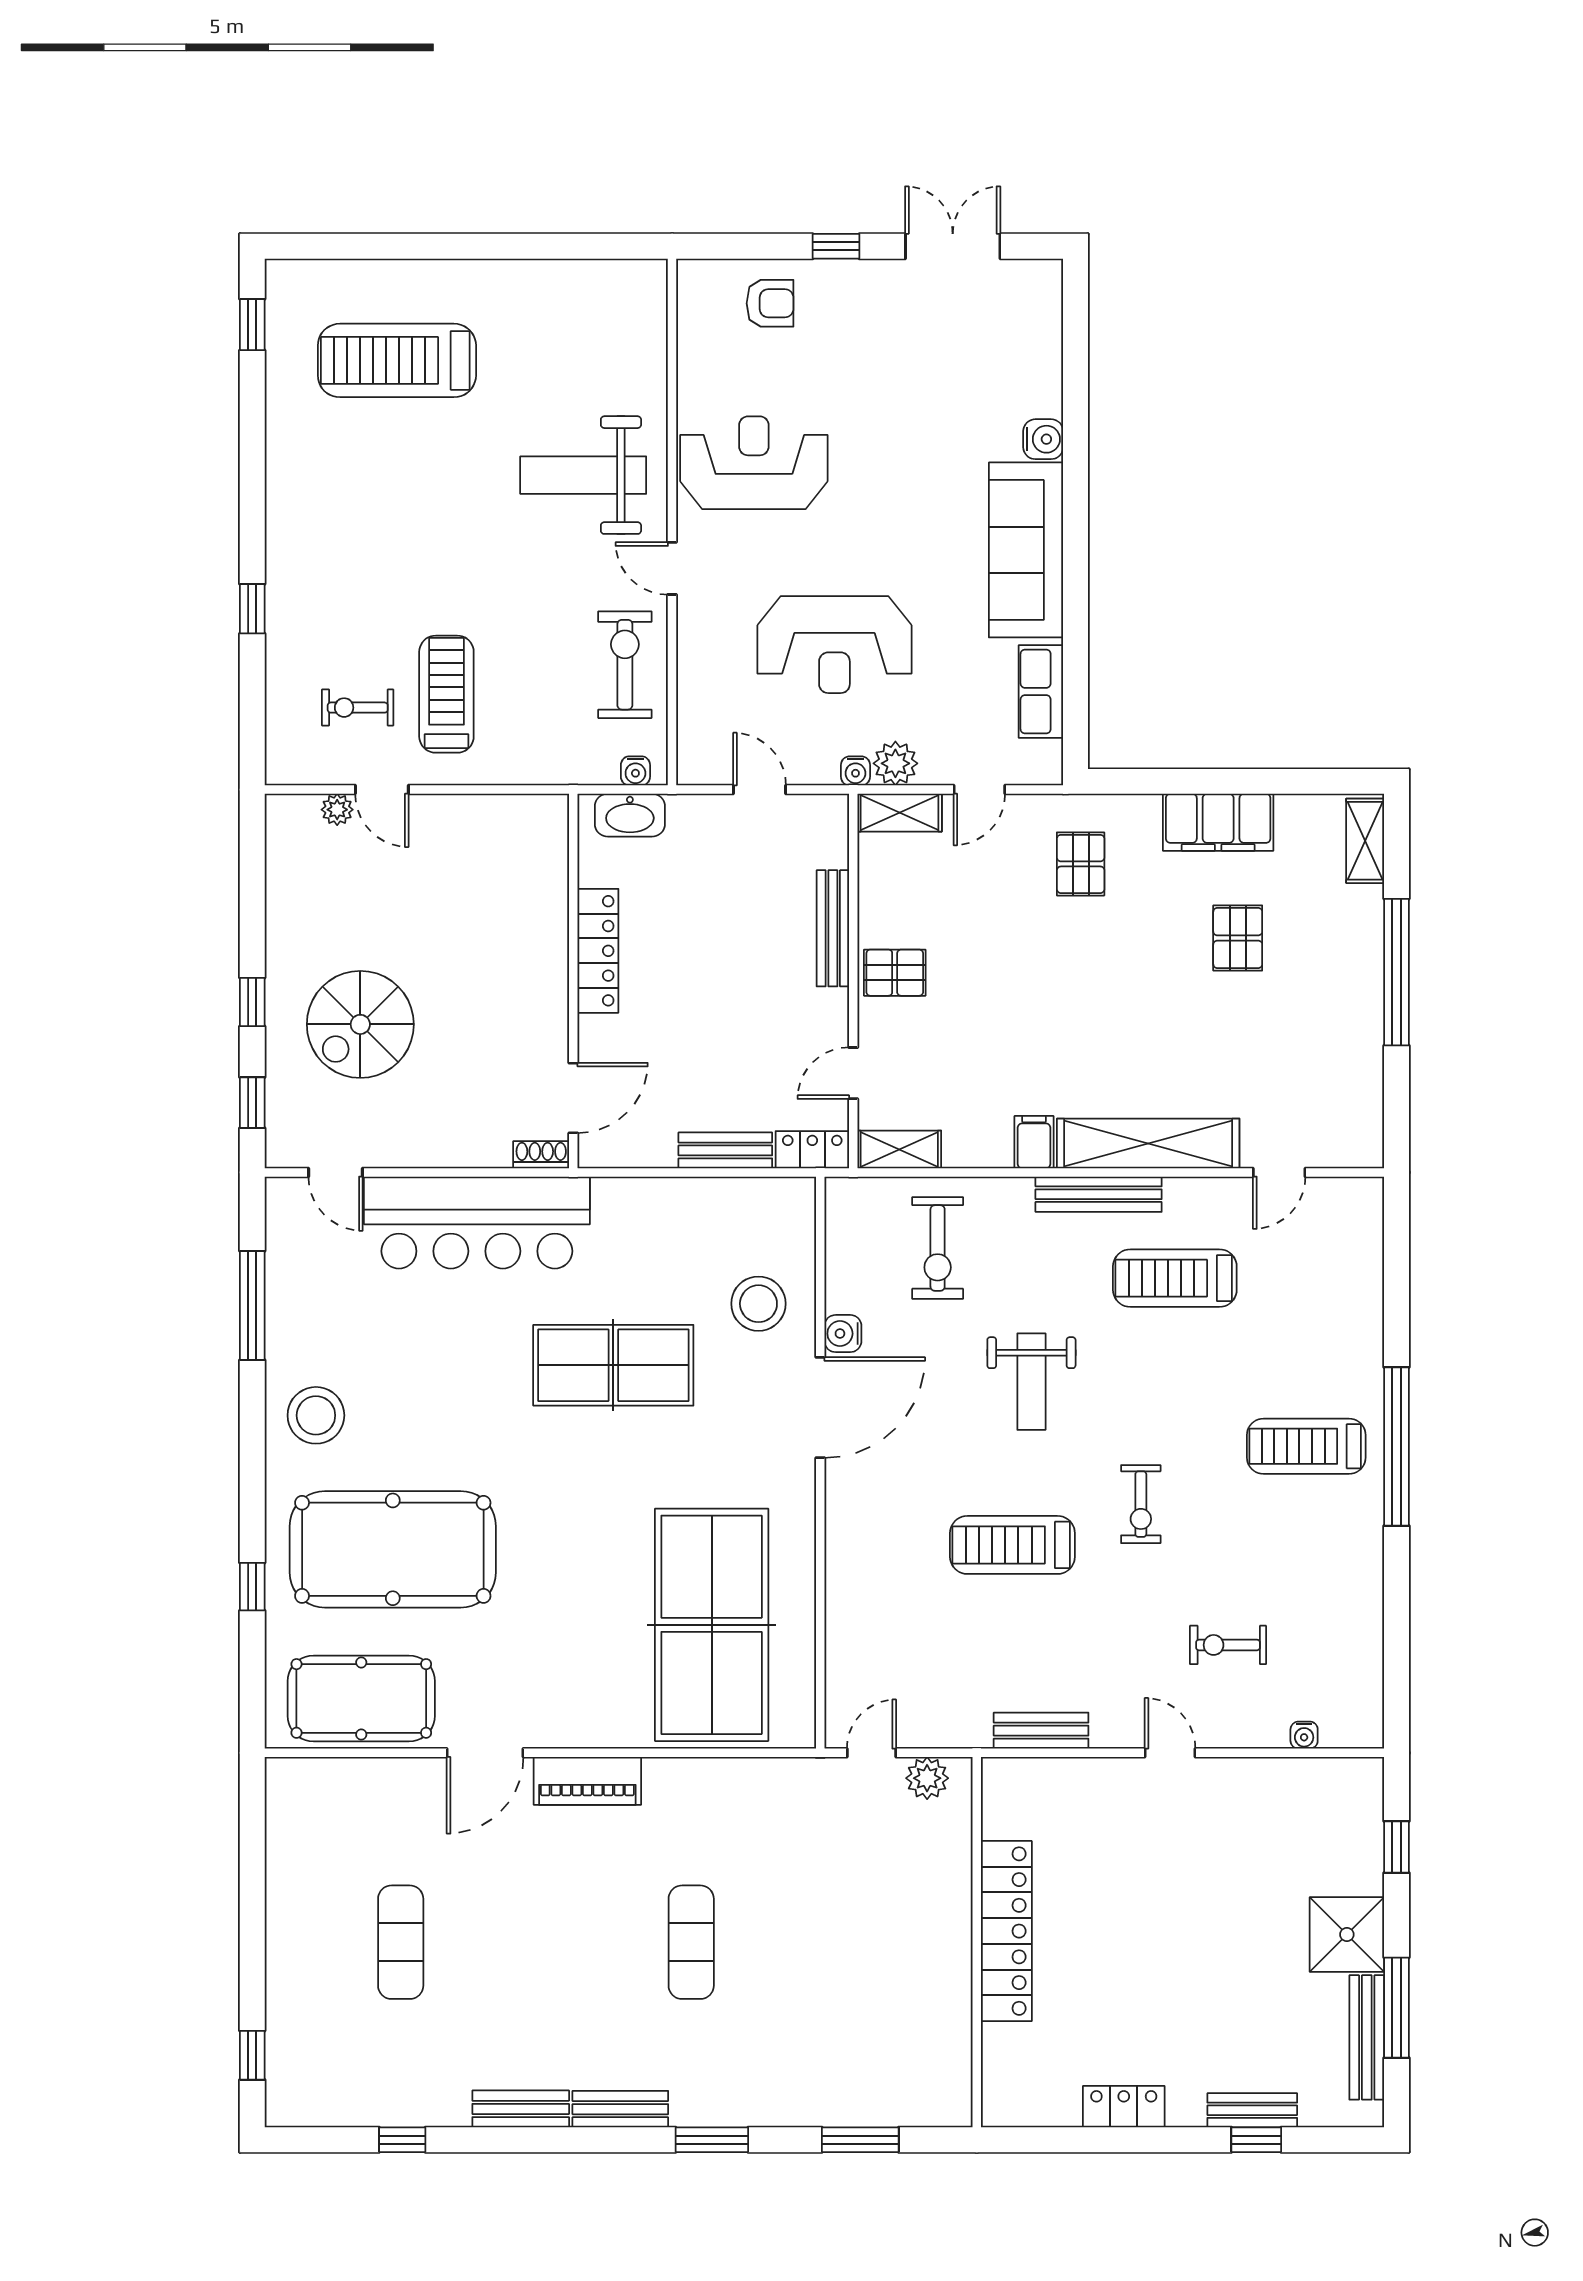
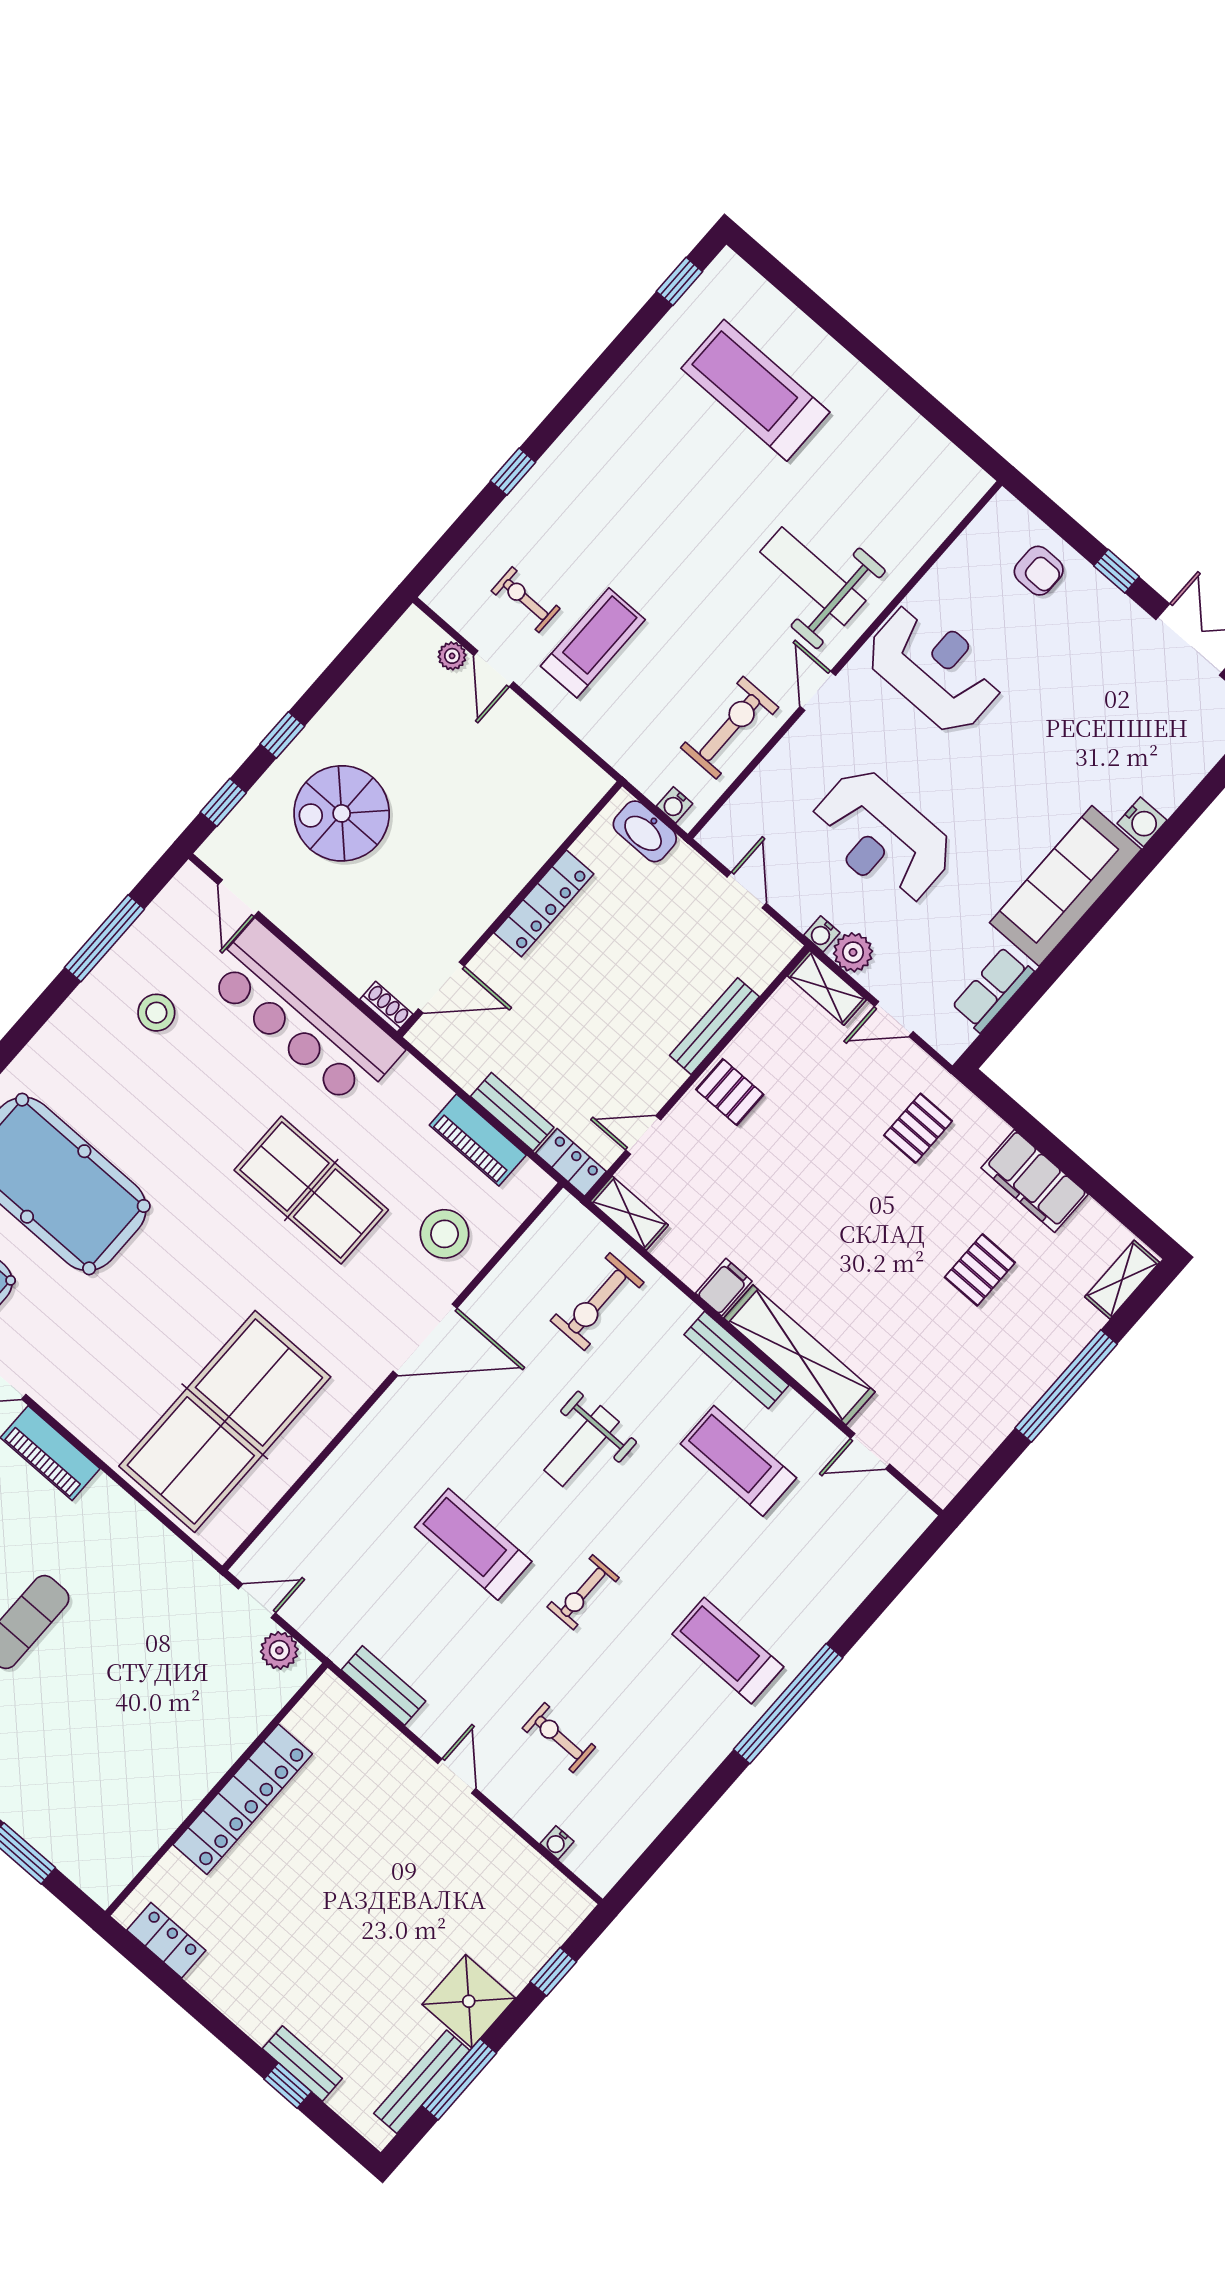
piano: (717, 1200) -> (478, 1140), added
water cooler: (843, 1334) -> (484, 1303), removed
stool: (316, 1415) -> (156, 1013), moved, width x0.73, depth x0.73
locker: (1124, 2107) -> (166, 1940), moved

